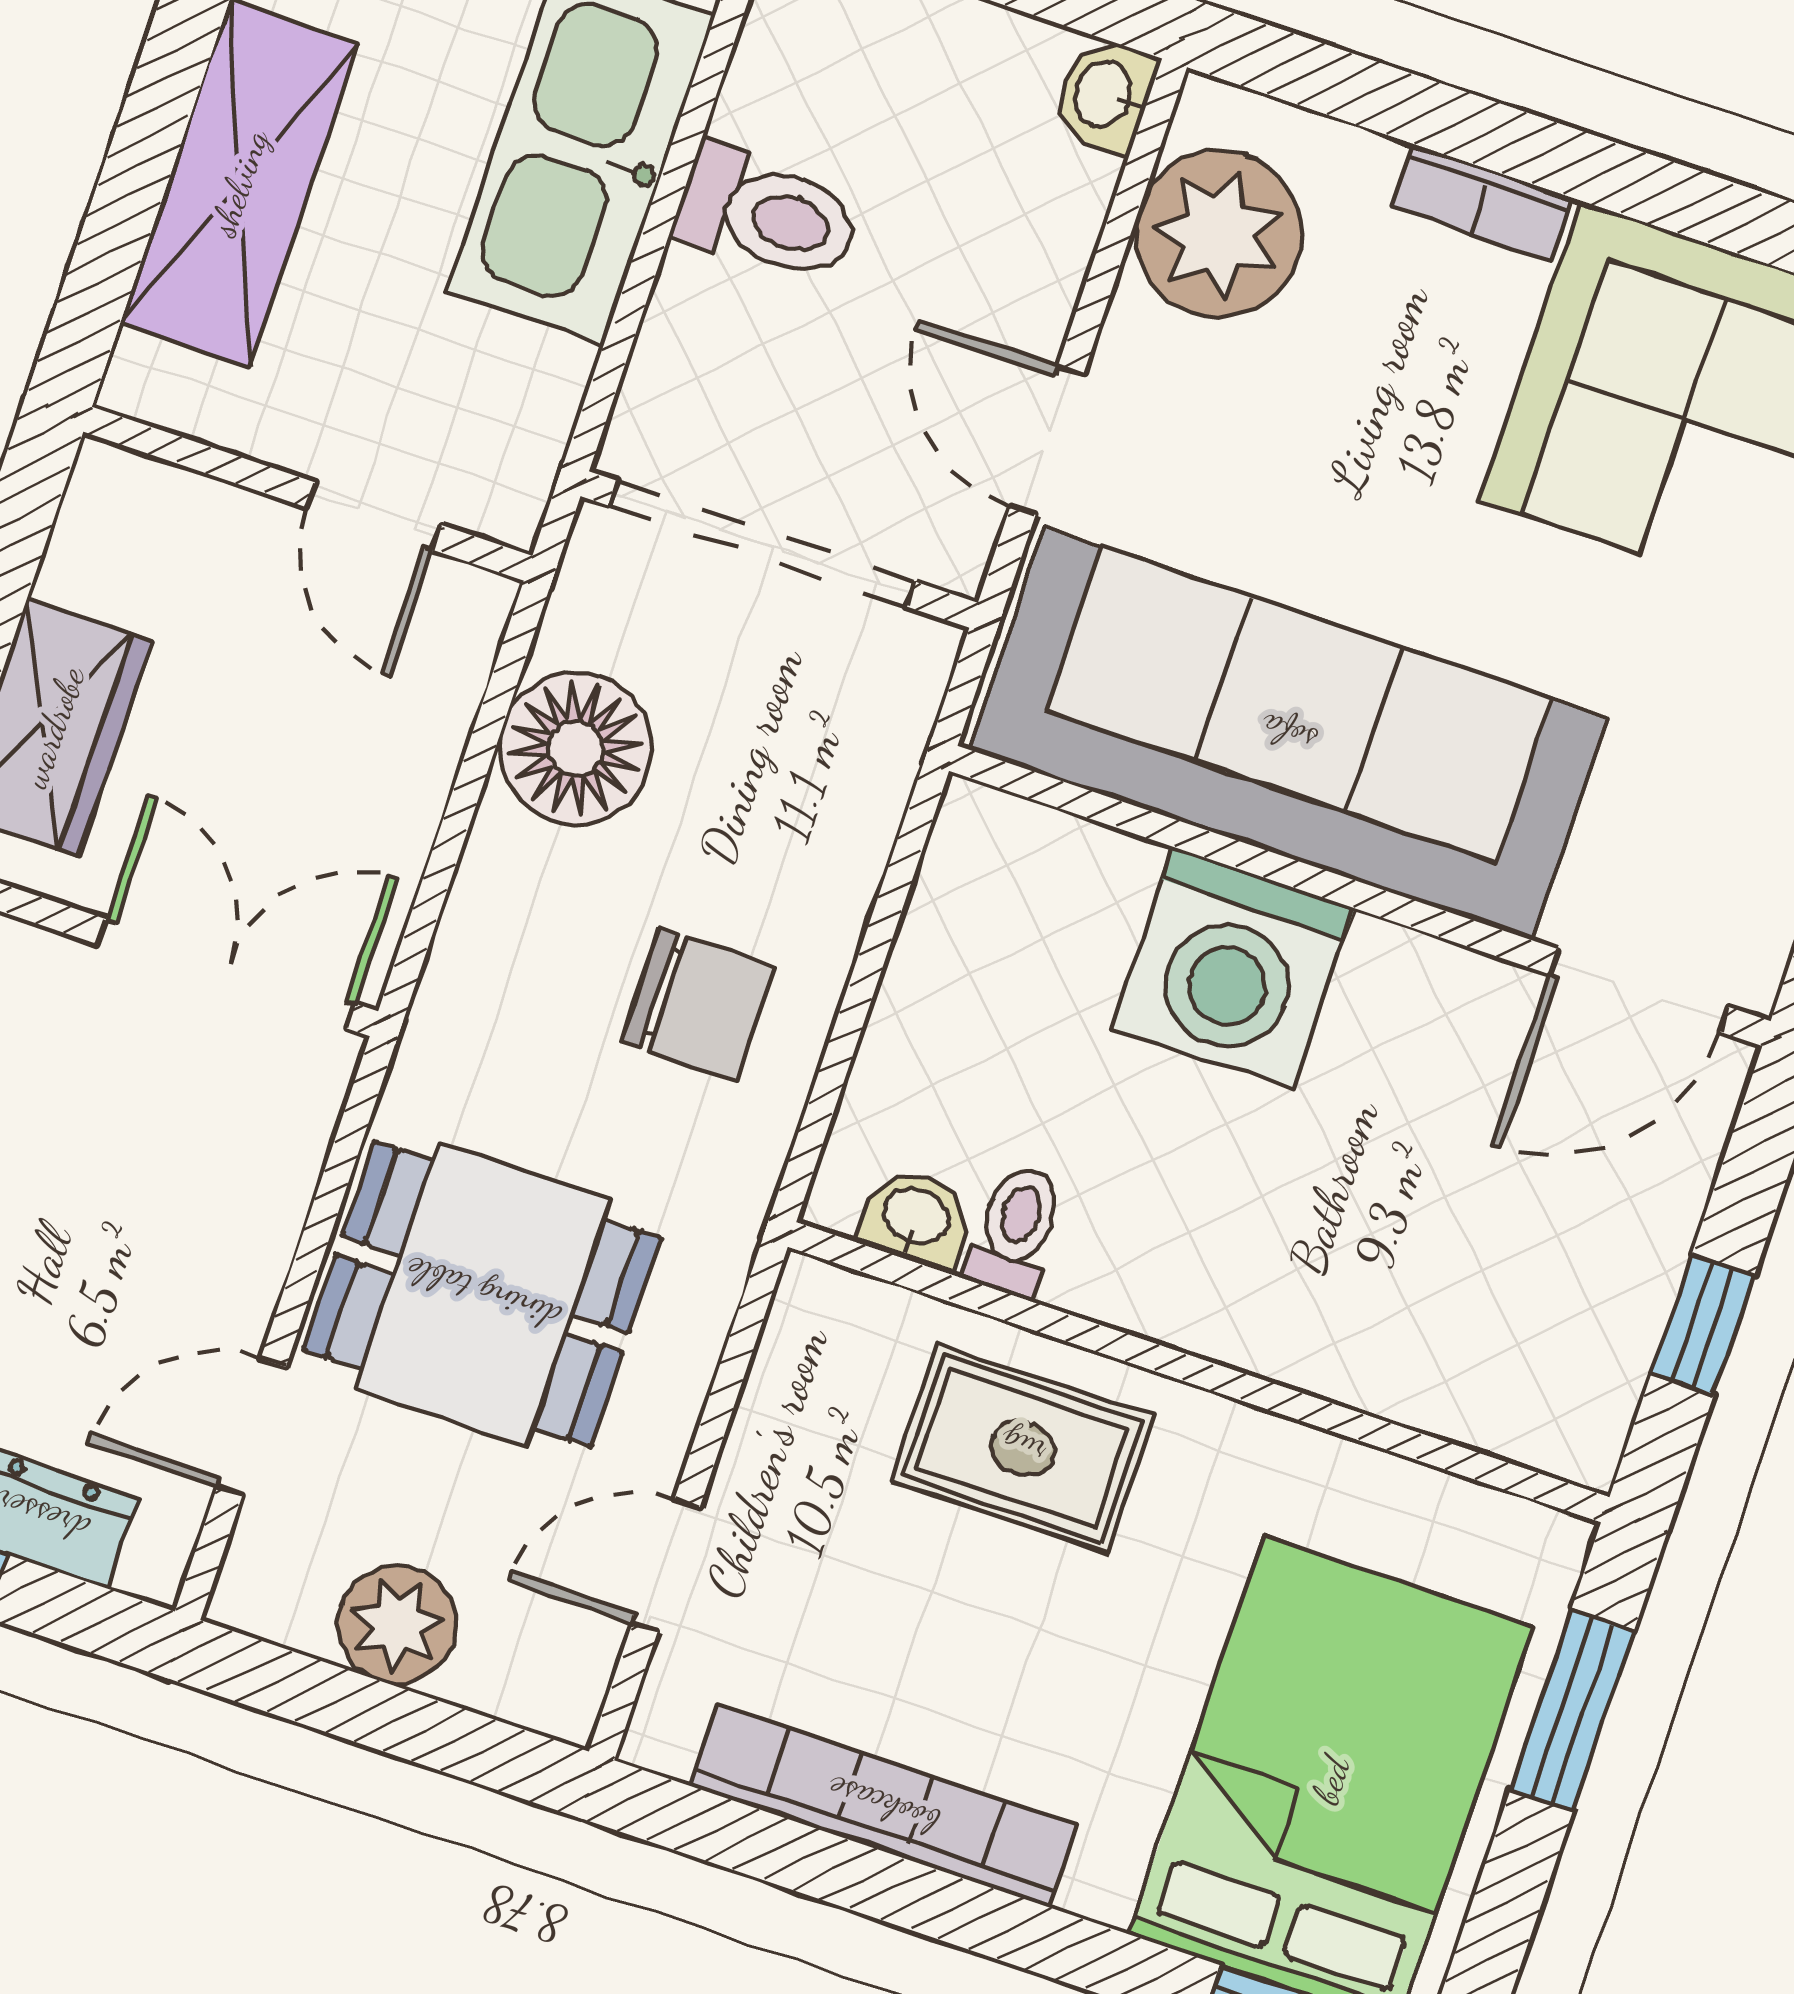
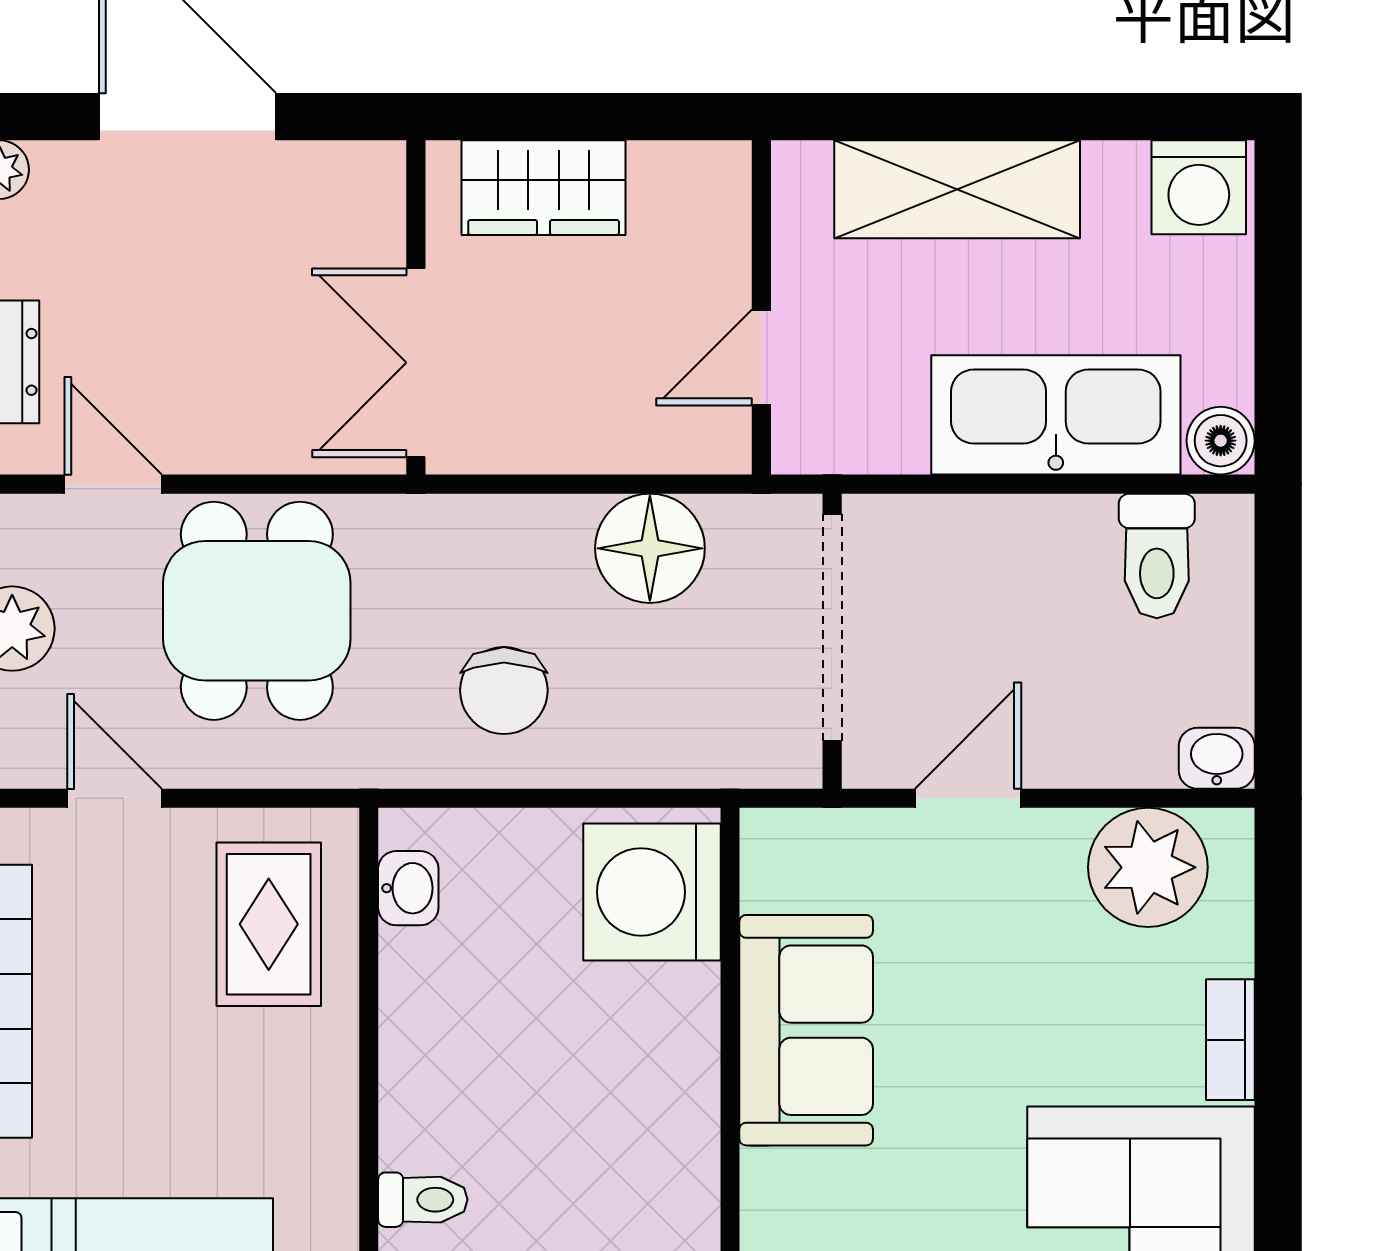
toilet: (767, 215) -> (1157, 556), moved
sofa: (1288, 734) -> (806, 1030), width x0.54, depth x0.79
washing machine: (1233, 968) -> (652, 892), moved
double door: (227, 974) -> (416, 363), swing flipped
toilet: (1016, 1231) -> (423, 1200), moved
rug: (1023, 1448) -> (269, 924), moved

